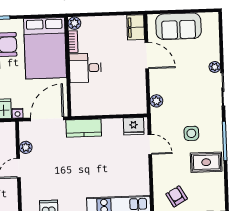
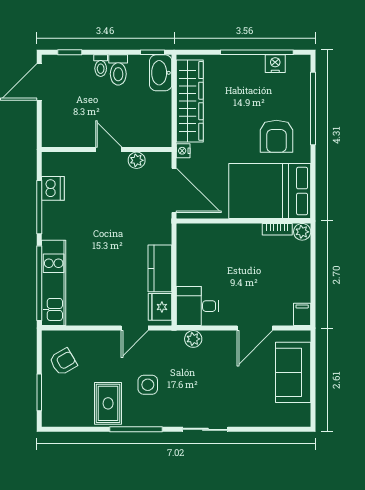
filing cabinet: (136, 27) -> (302, 314), width x0.50
plant: (215, 67) -> (236, 419), removed
desk: (85, 68) -> (198, 306), moved, turned -90
kitchen counter: (84, 128) -> (160, 268), moved

